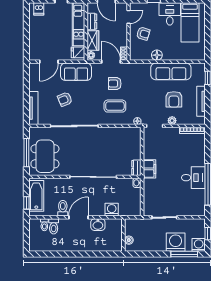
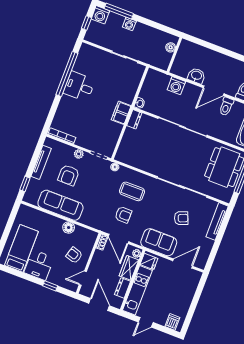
armchair: (174, 99) -> (68, 175), turned 180
washing machine: (176, 242) -> (129, 24), width x0.53, depth x0.53

